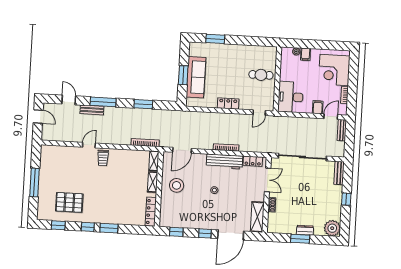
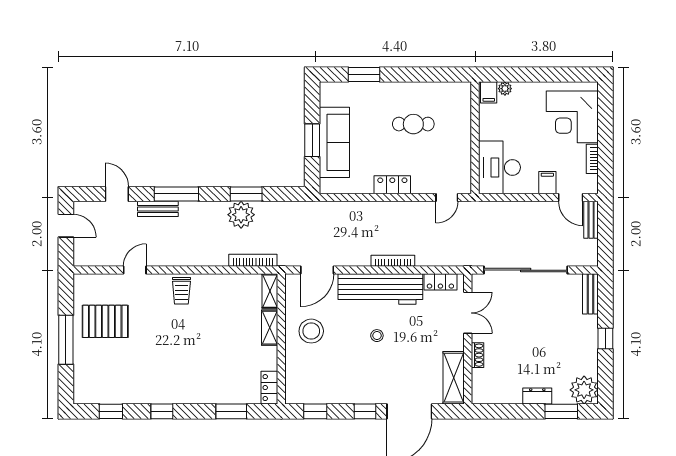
filing cabinet: (305, 54) -> (489, 92), moved
cafe table: (261, 75) -> (413, 124), moved
plant: (140, 116) -> (241, 215), added
door: (331, 117) -> (571, 198), swing flipped
door: (89, 145) -> (135, 270), moved
workbench: (224, 162) -> (380, 289), width x1.36, depth x1.32
pallet: (69, 202) -> (105, 321), moved
locker: (151, 212) -> (269, 388), width x0.66
window: (109, 228) -> (231, 411), moved
window: (300, 239) -> (561, 411), moved

